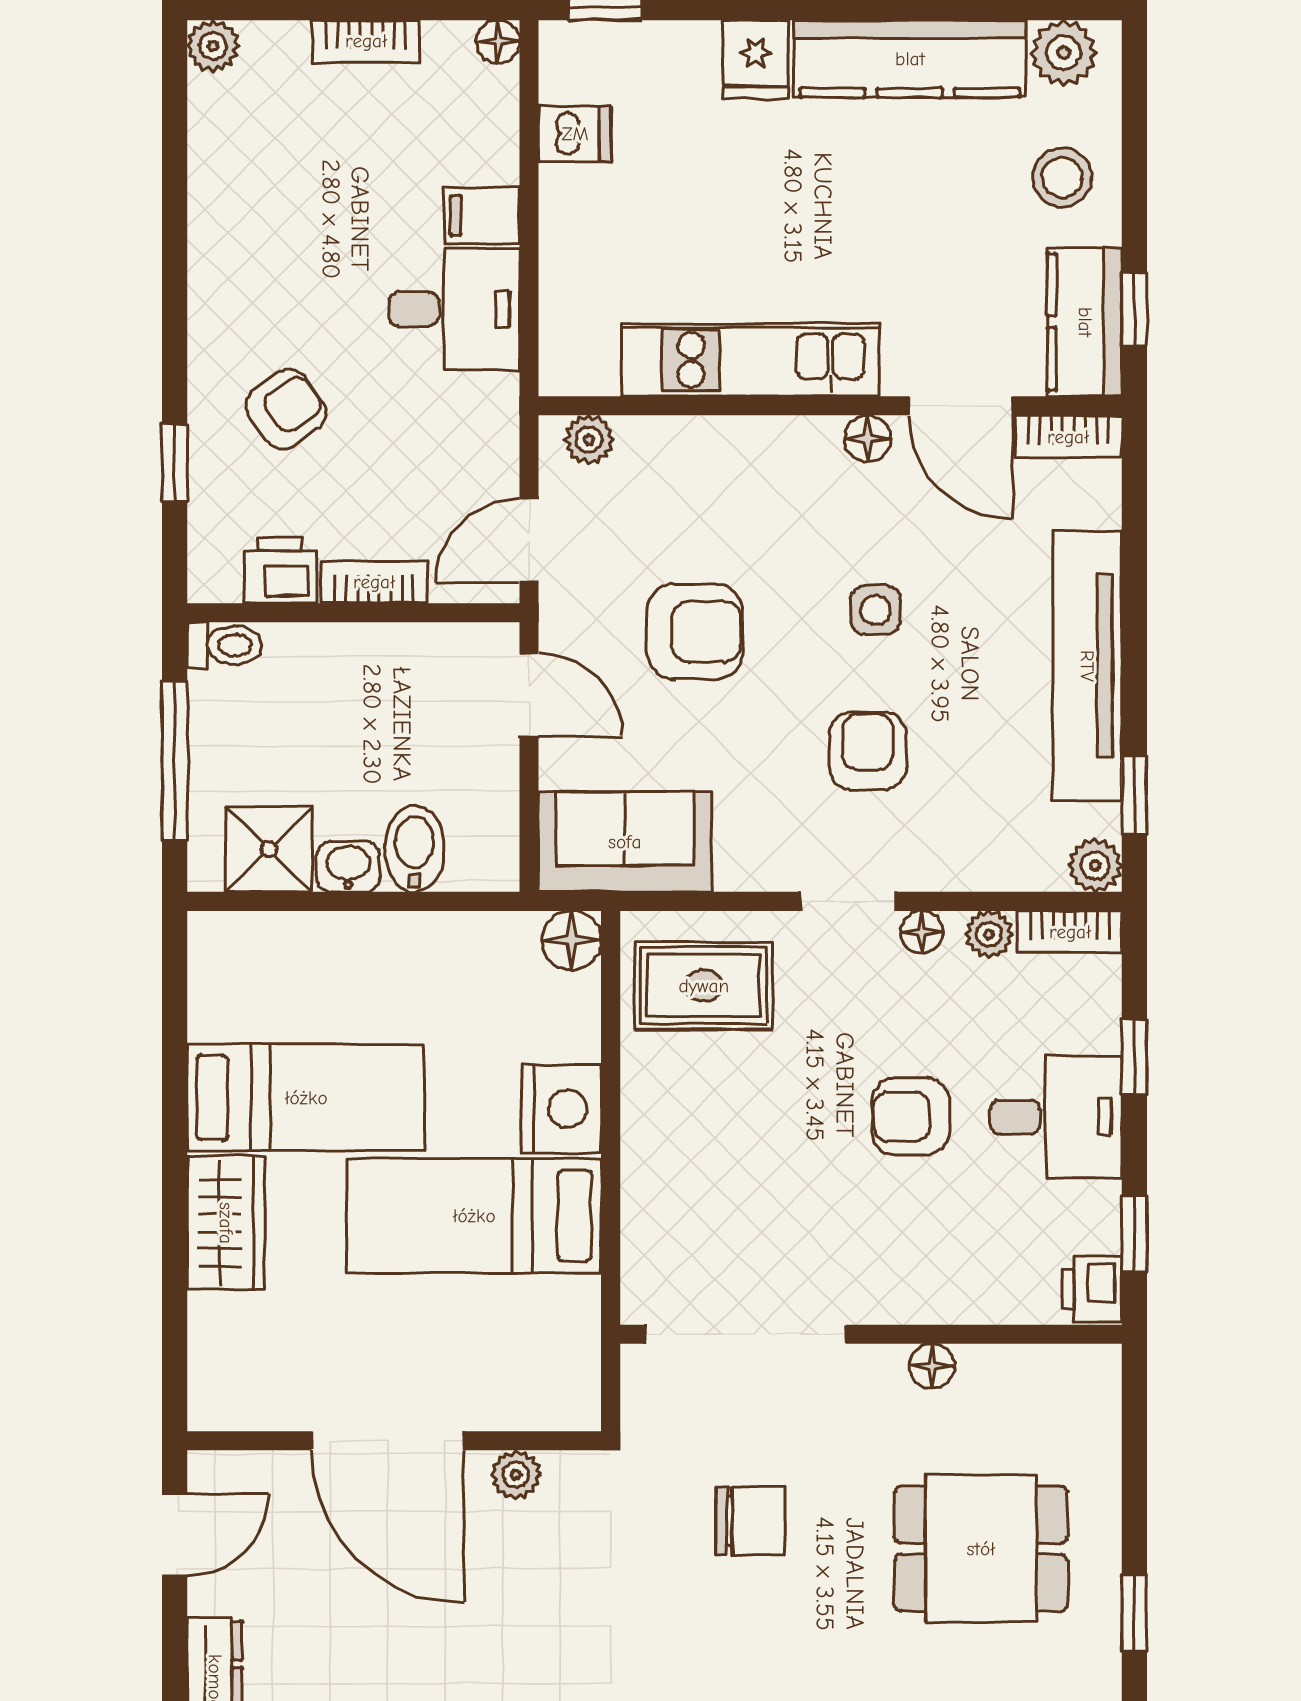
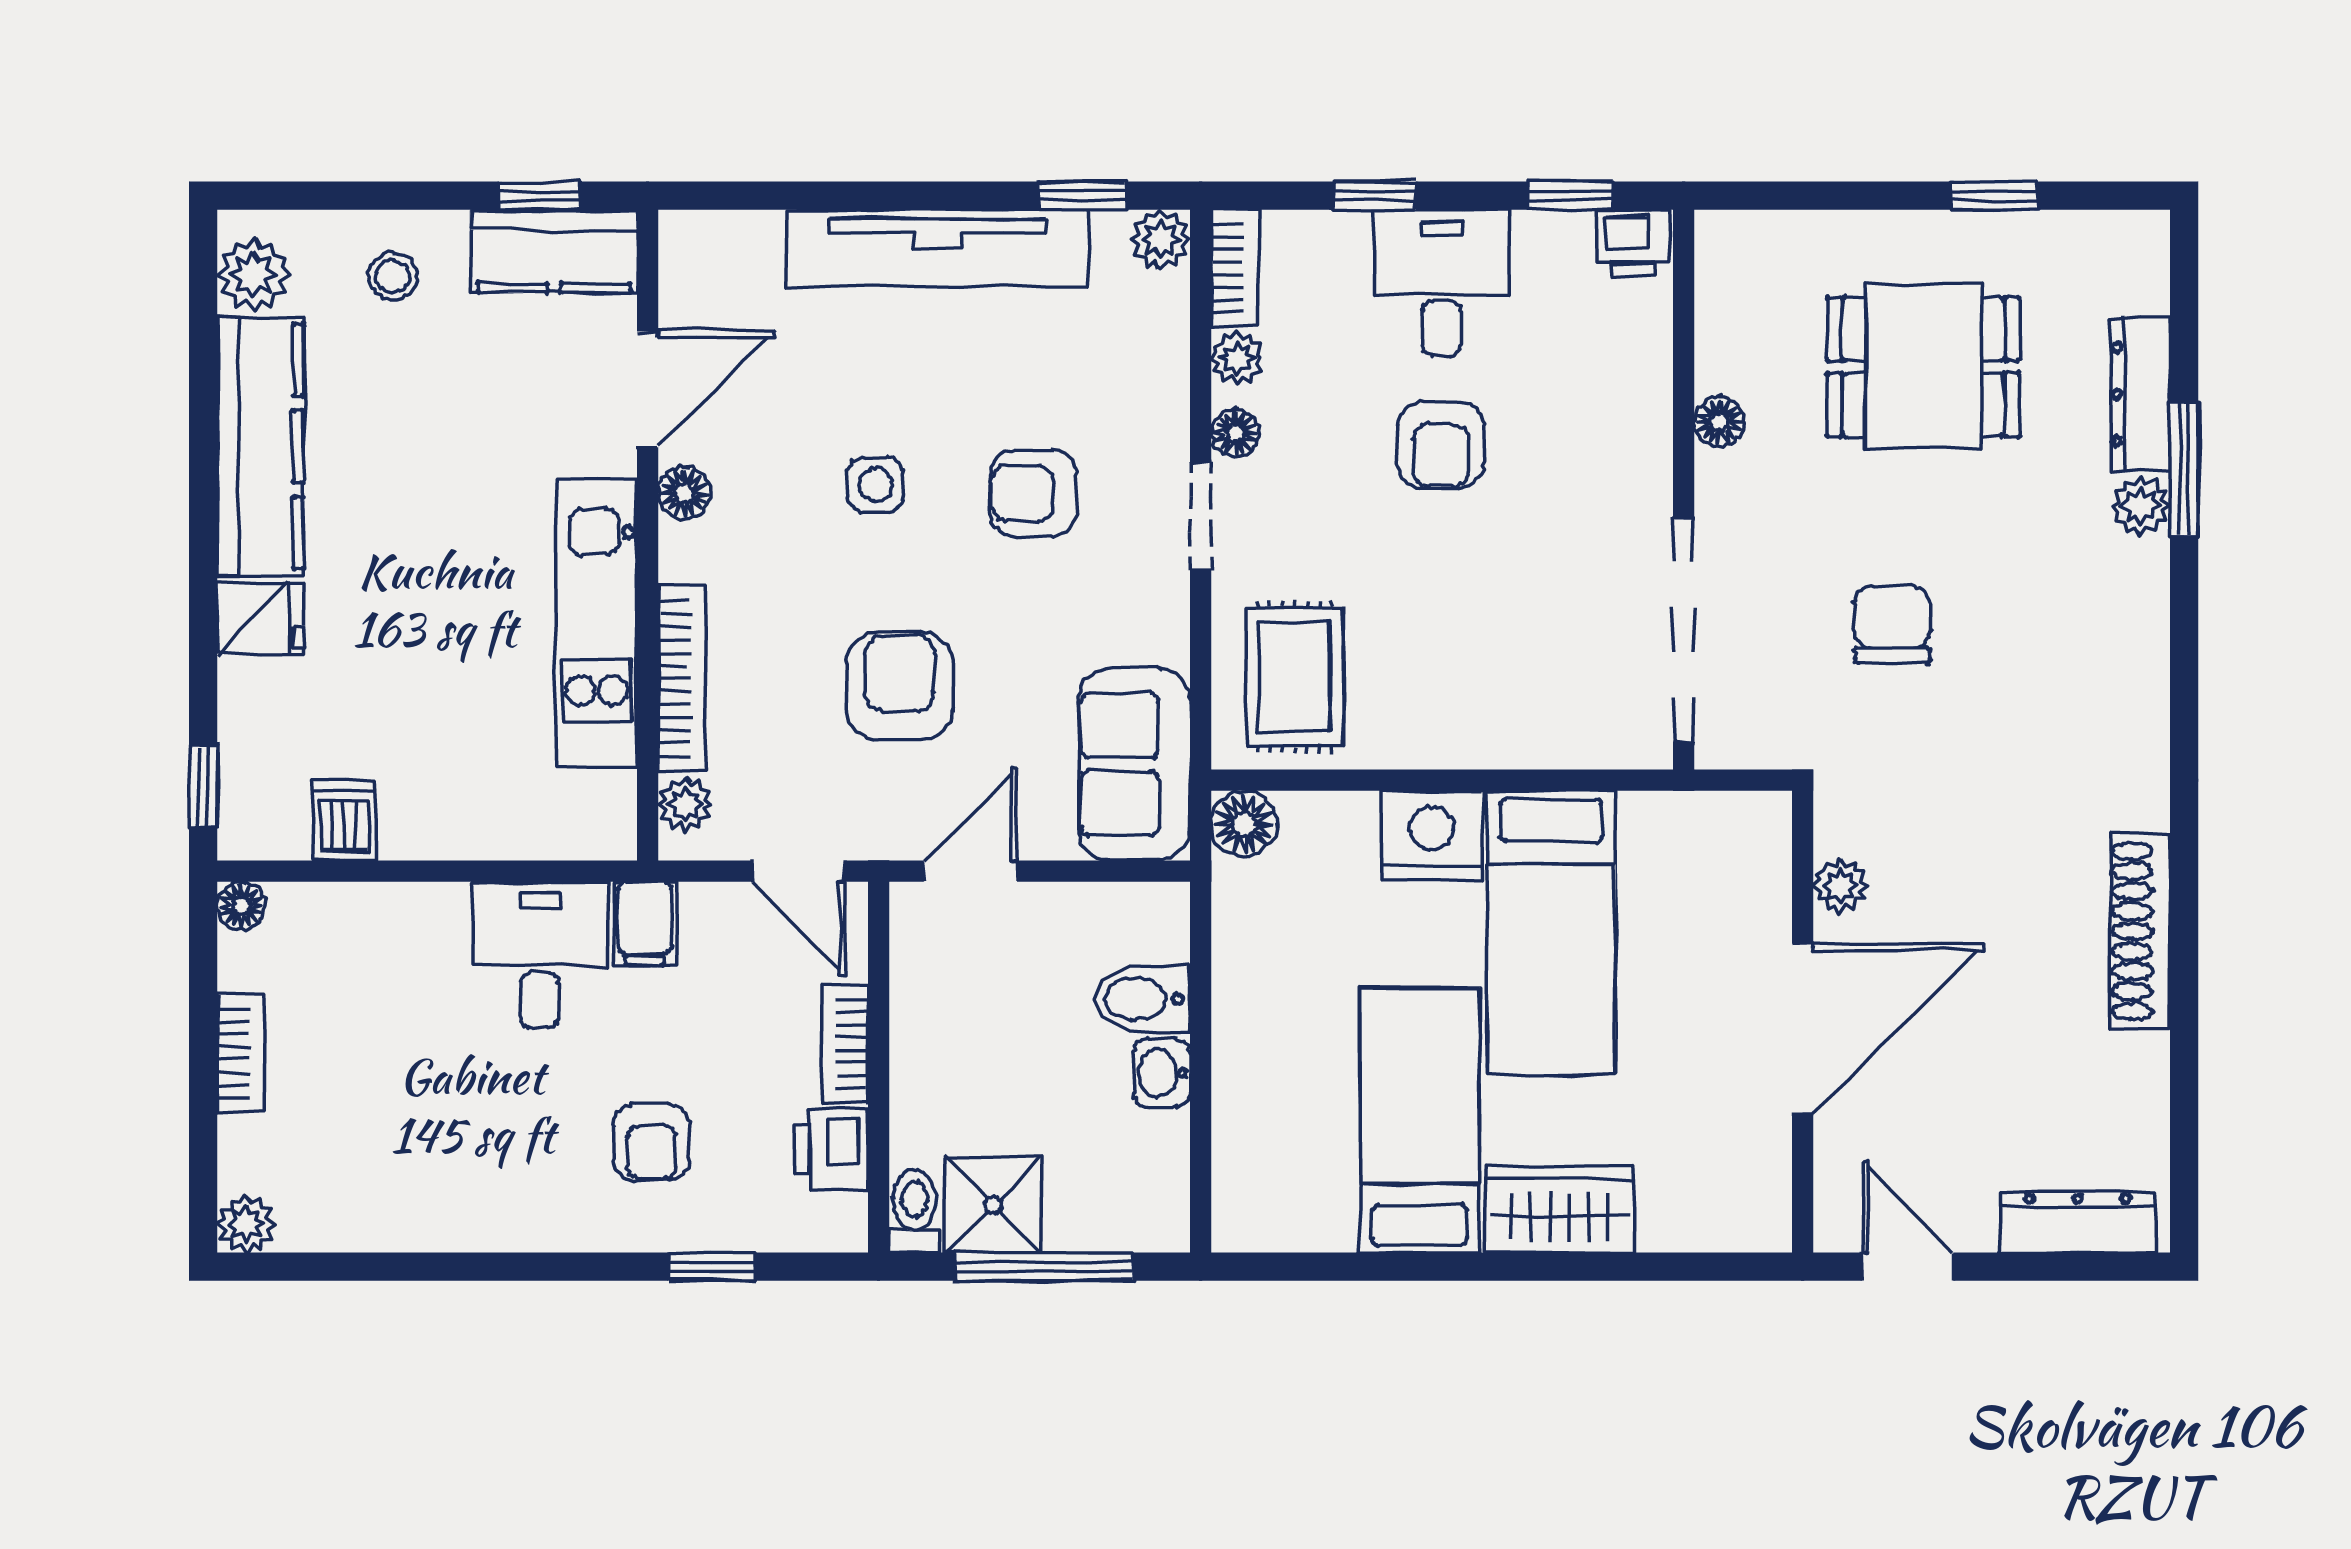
stool: (1062, 177) -> (393, 276), width x0.73, depth x0.73
filing cabinet: (482, 215) -> (645, 924), moved
armchair: (286, 409) -> (651, 1142), turned -144
bookcase: (1068, 437) -> (682, 678), moved, width x1.56
shower: (269, 849) -> (994, 1205), moved
dining table: (981, 1549) -> (1923, 367), turned 90

